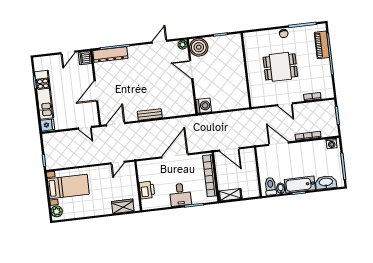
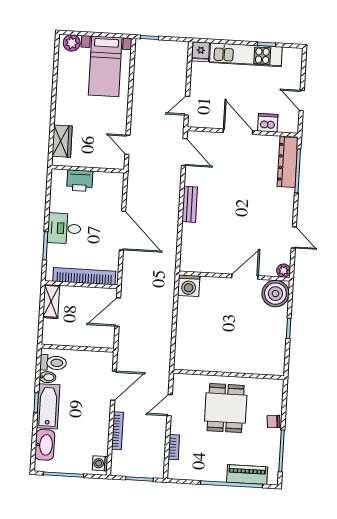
dishwasher: (85, 58) -> (268, 123), moved
wall: (246, 70) -> (229, 374), moved

